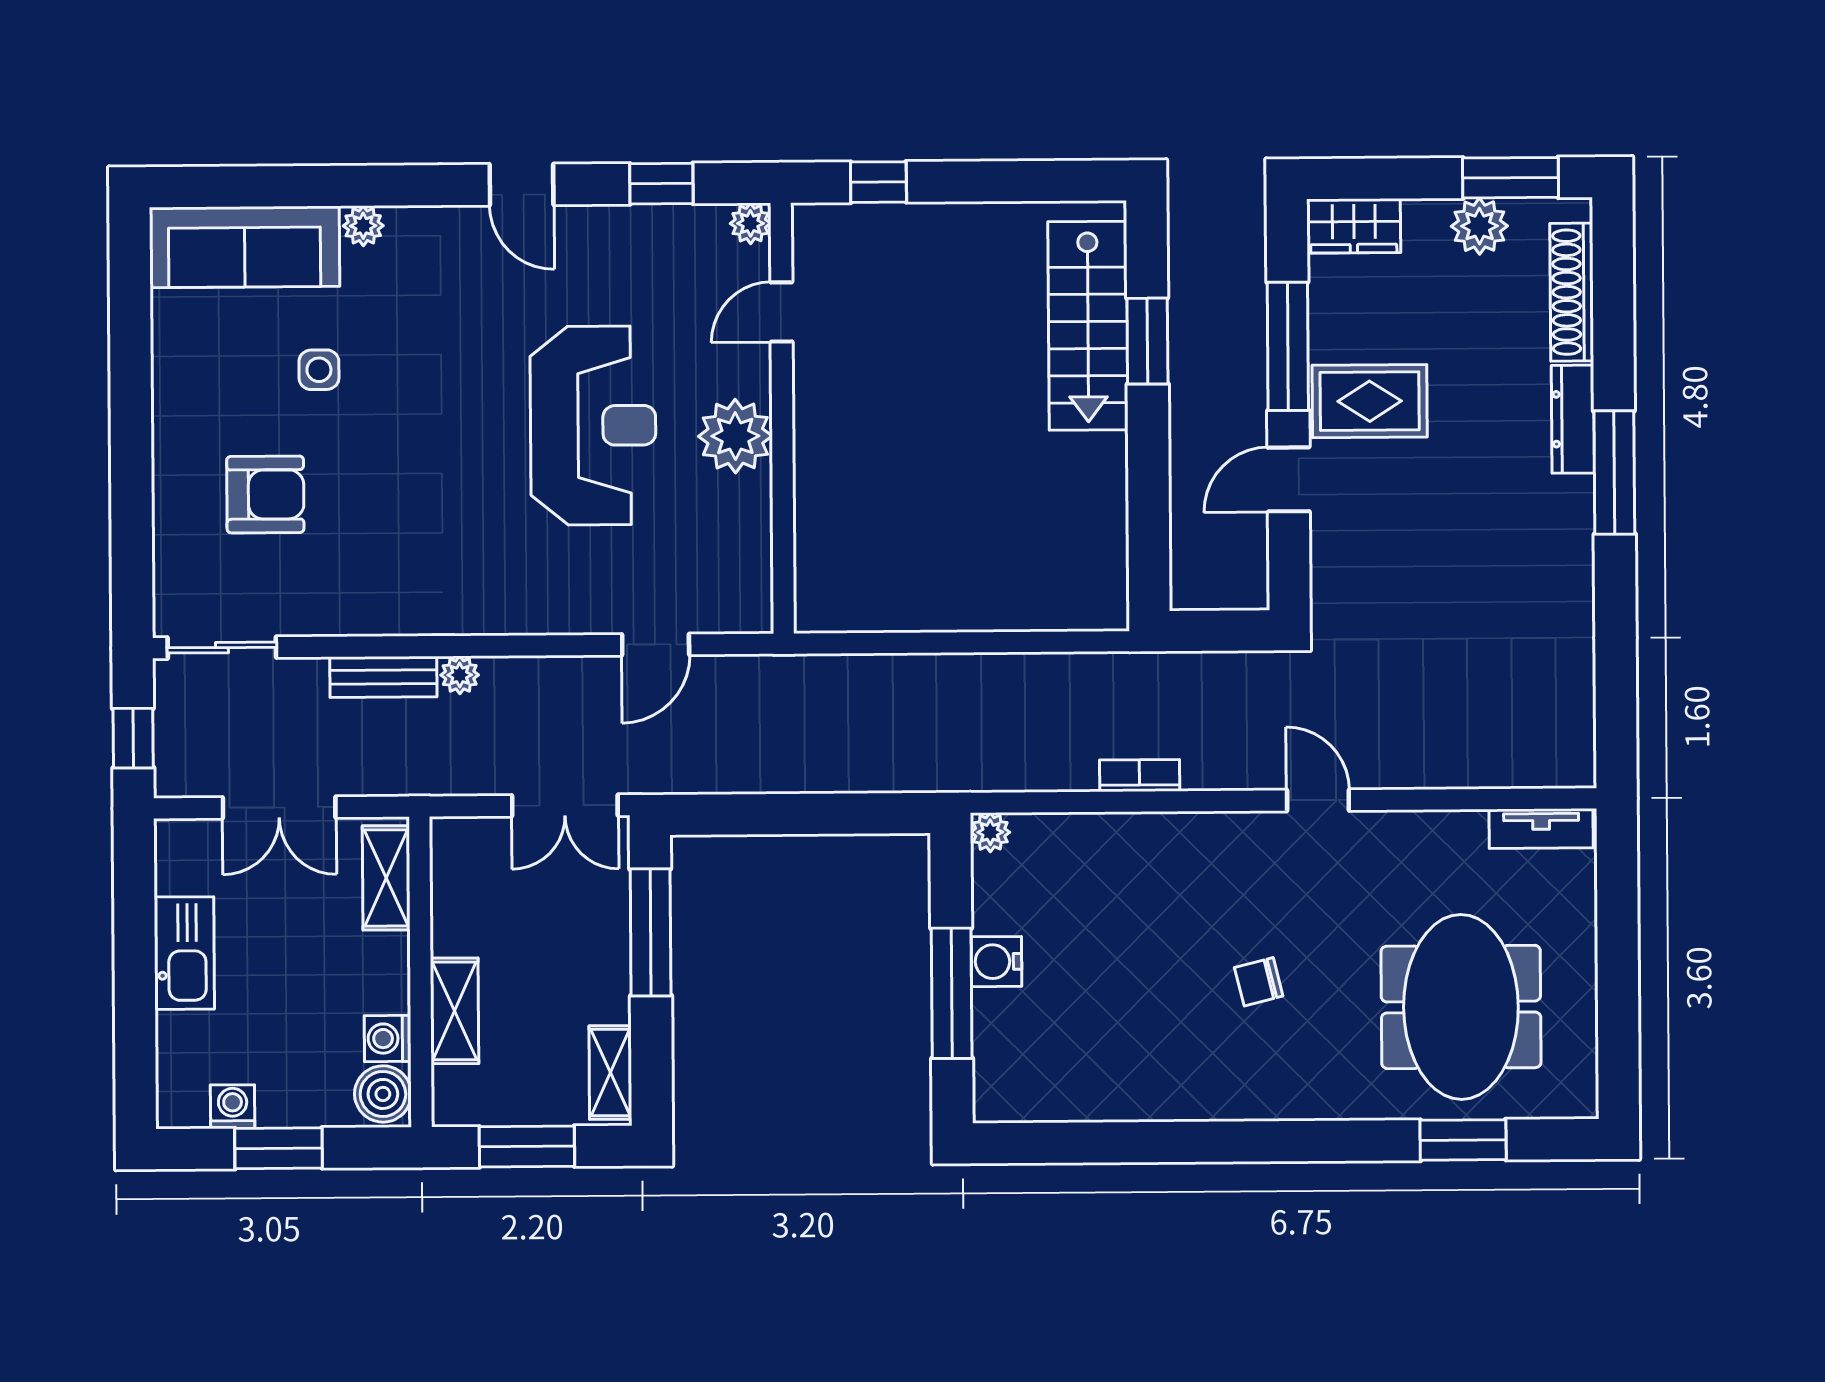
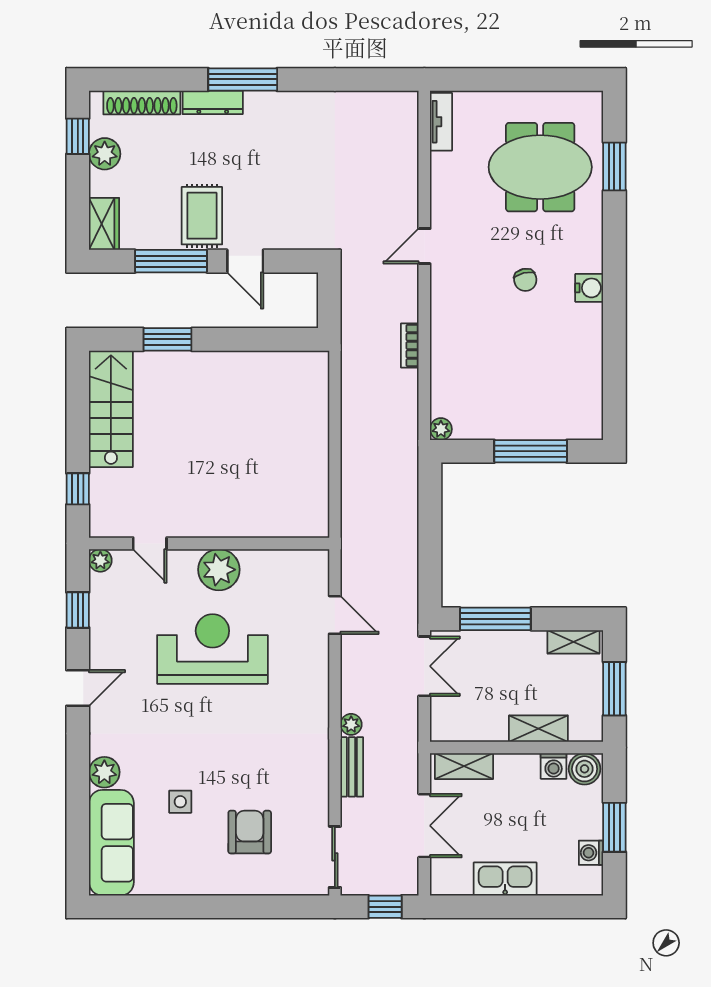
window: (1510, 178) -> (78, 136), width x0.67
plant: (363, 226) -> (104, 772), width x1.38, depth x1.38
stairs: (1088, 326) -> (111, 409), moved, turned -90
water cooler: (996, 962) -> (589, 288), moved, turned -90

